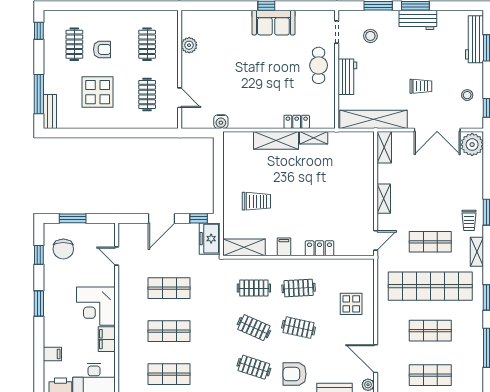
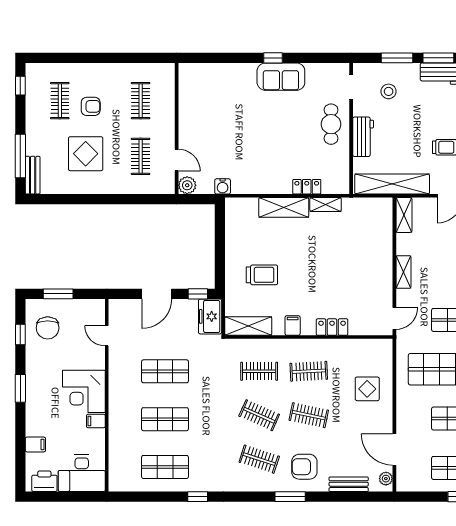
plant: (189, 45) -> (187, 185), moved
filing cabinet: (107, 339) -> (96, 421), width x0.50

